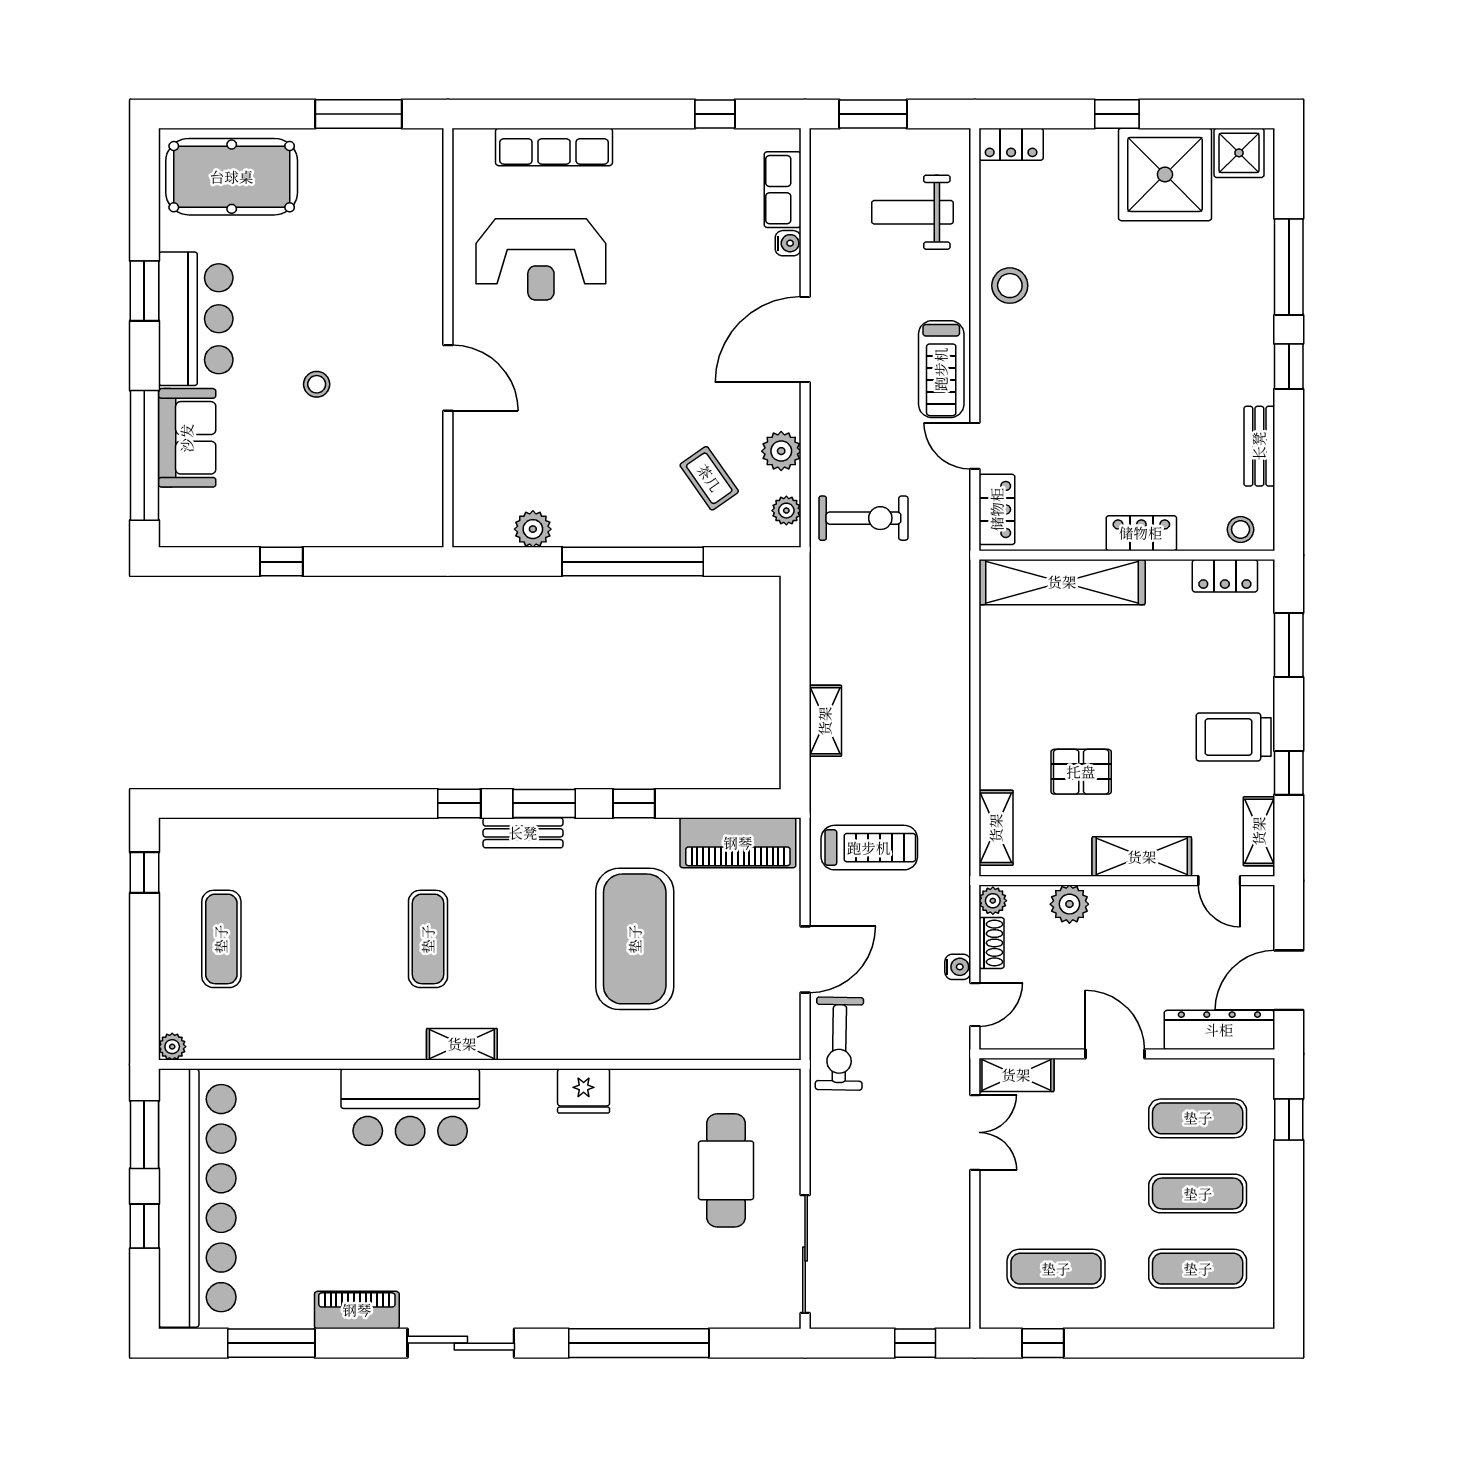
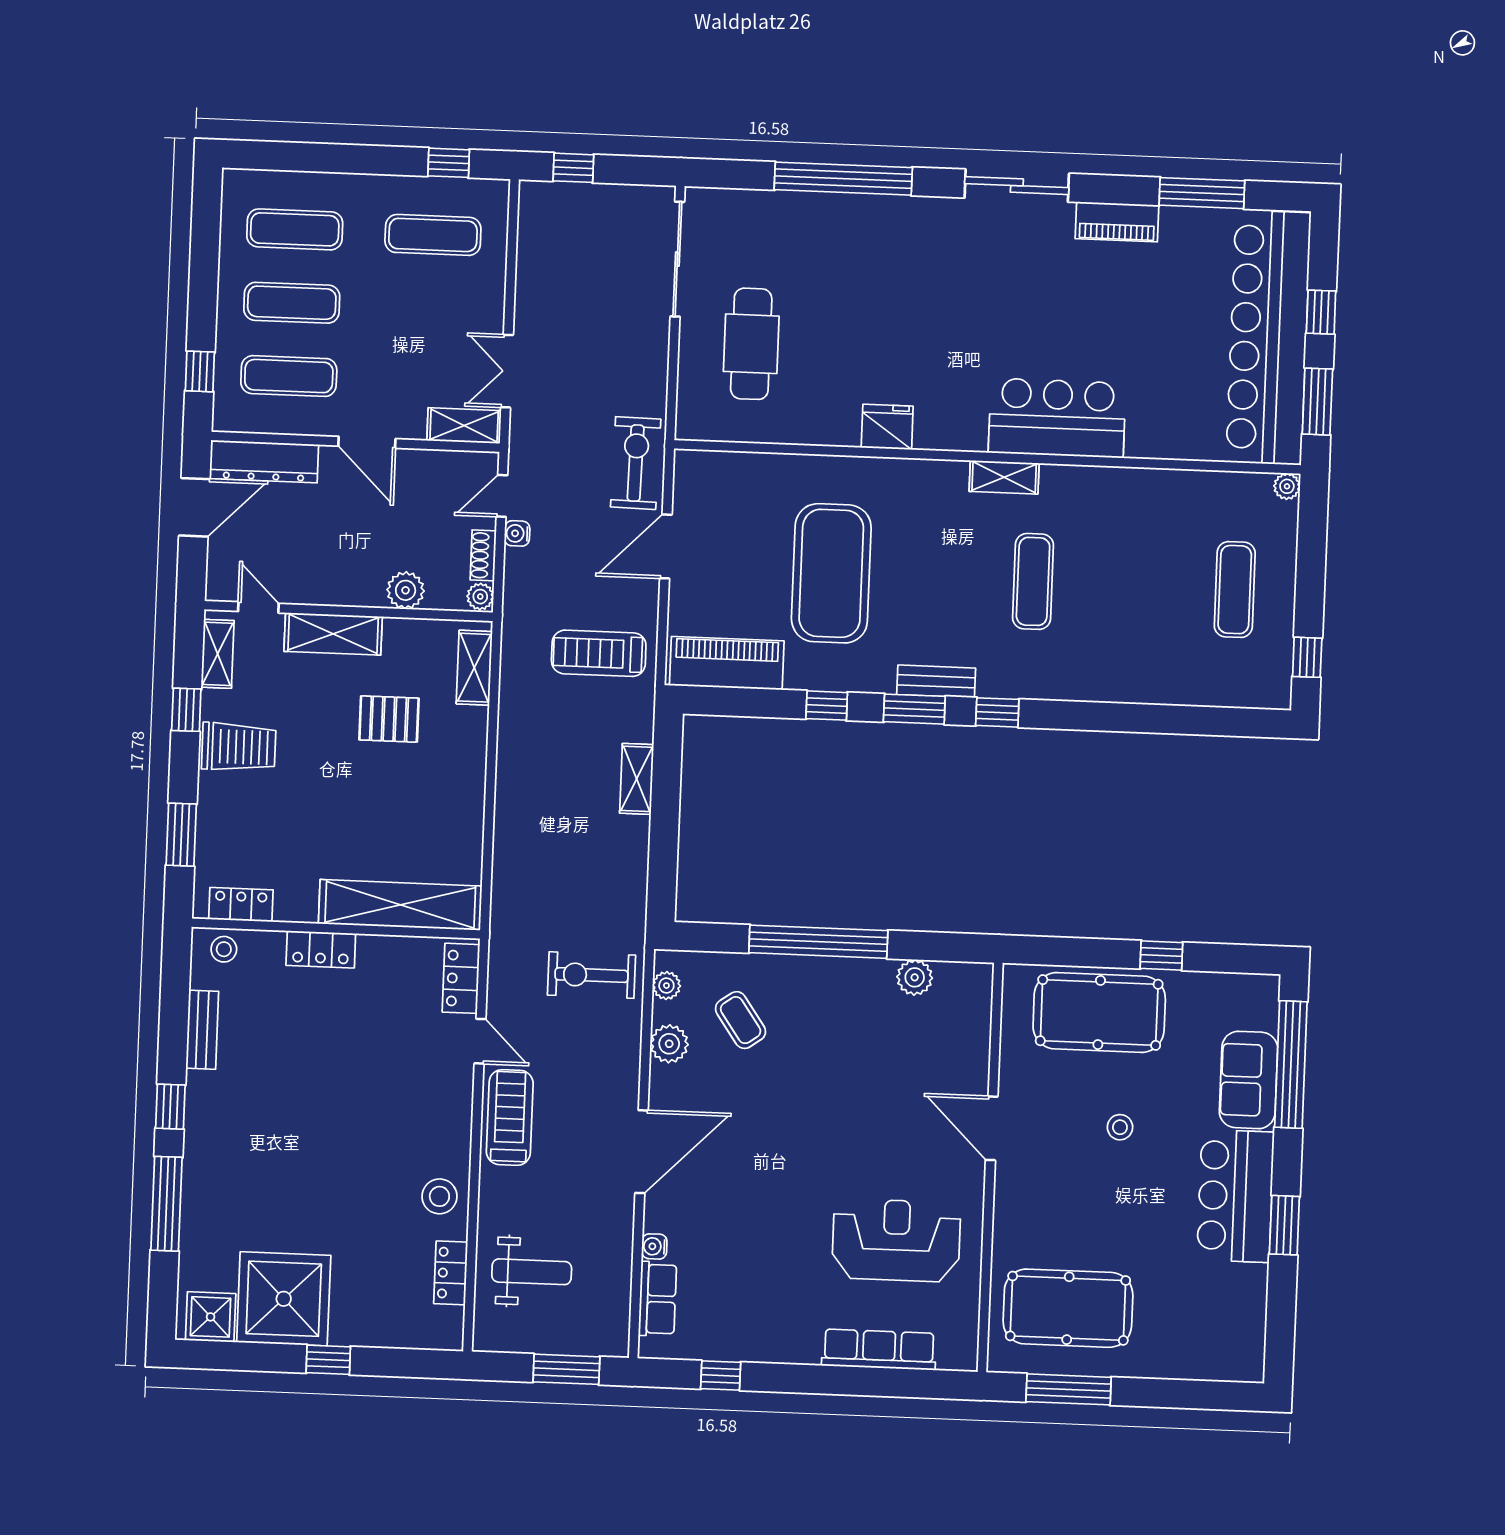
locker: (1011, 144) -> (451, 1273), moved, turned -90
pool table: (232, 177) -> (1068, 1308), moved
pool table: (343, 501) -> (1099, 1013), added

